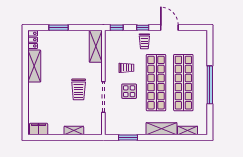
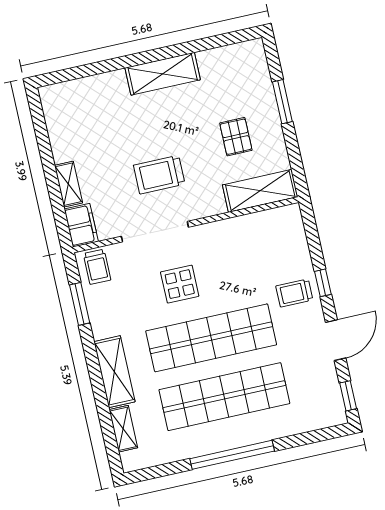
window: (117, 28) -> (348, 396), moved
locker: (33, 40) -> (244, 52), removed
pallet: (69, 52) -> (236, 137), added
shelving: (34, 66) -> (163, 74), moved
trolley: (126, 68) -> (97, 267), moved
filing cabinet: (39, 129) -> (81, 225), moved

